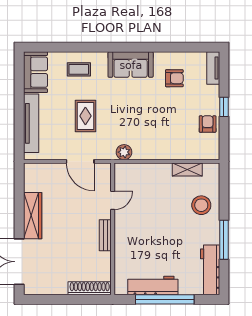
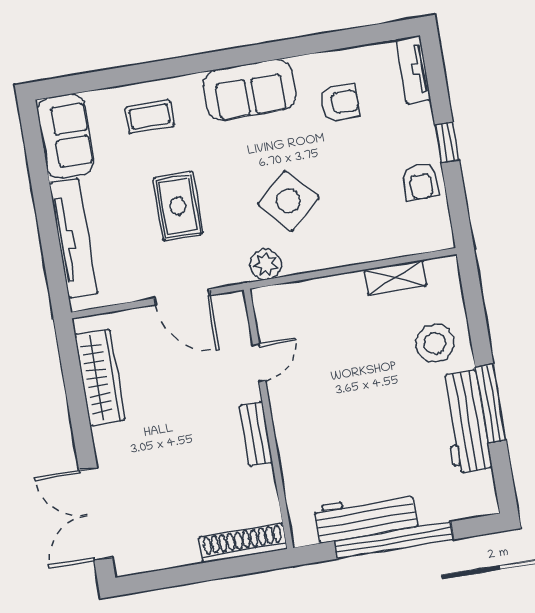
side table: (141, 123) -> (288, 201), added
armchair: (208, 124) -> (420, 182), turned 180
wardrobe: (33, 216) -> (100, 378), moved
workbench: (210, 270) -> (466, 422), moved

